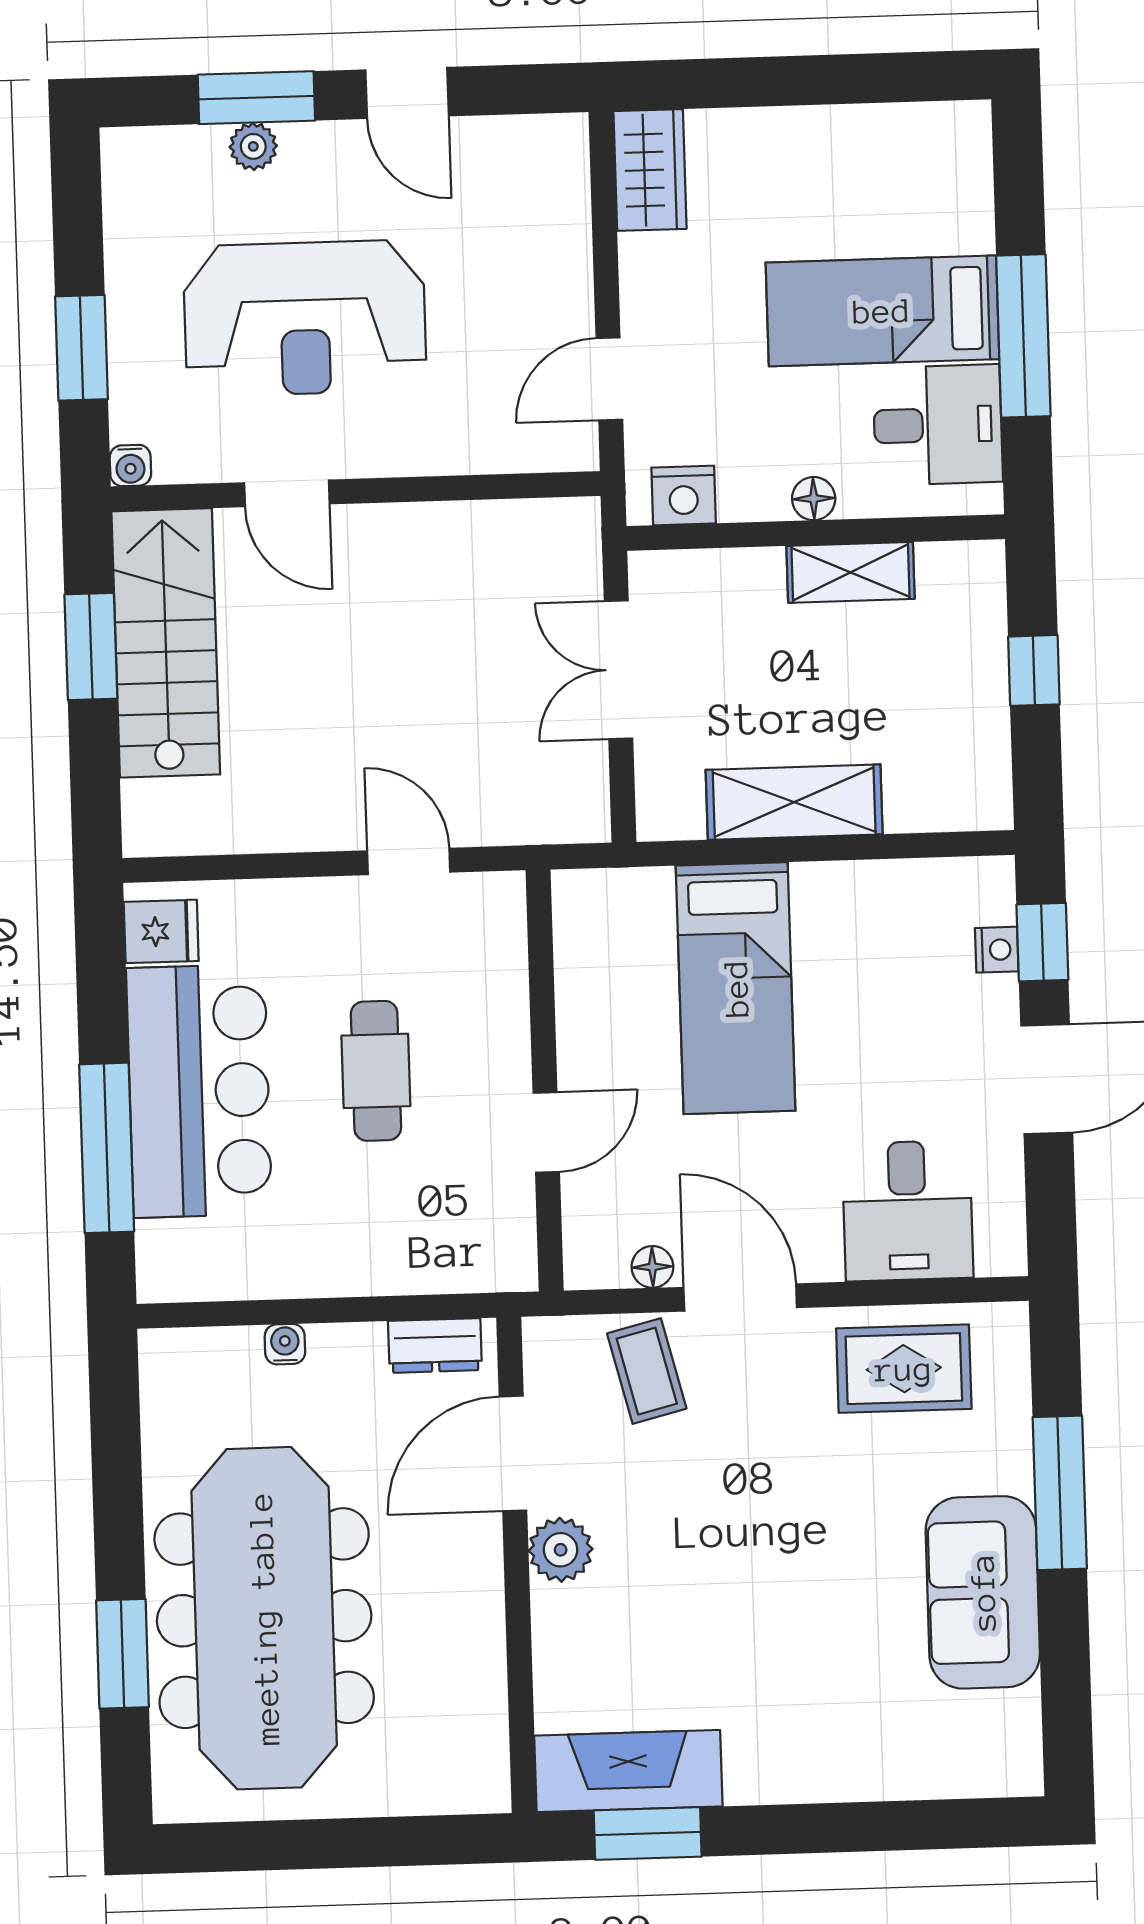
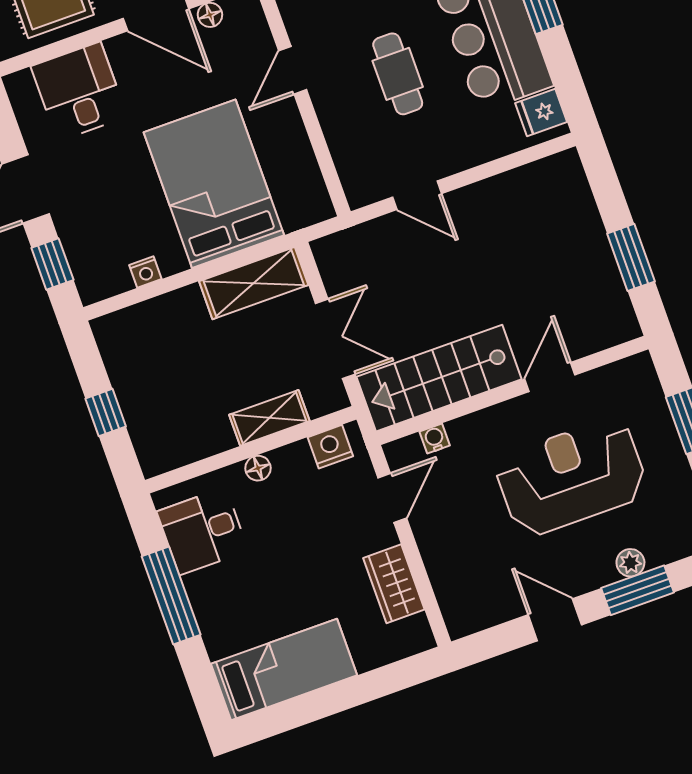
wardrobe: (650, 170) -> (394, 584), moved
bed: (882, 311) -> (284, 669), moved
water cooler: (130, 465) -> (435, 439), moved
door: (287, 493) -> (550, 377), hinge flipped
shelving: (850, 572) -> (269, 418), moved
stairs: (166, 643) -> (439, 378), moved, turned 90
shelving: (794, 802) -> (254, 283), moved
nightstand: (997, 950) -> (145, 272), moved, turned -90
bed: (736, 988) -> (214, 184), width x1.50

